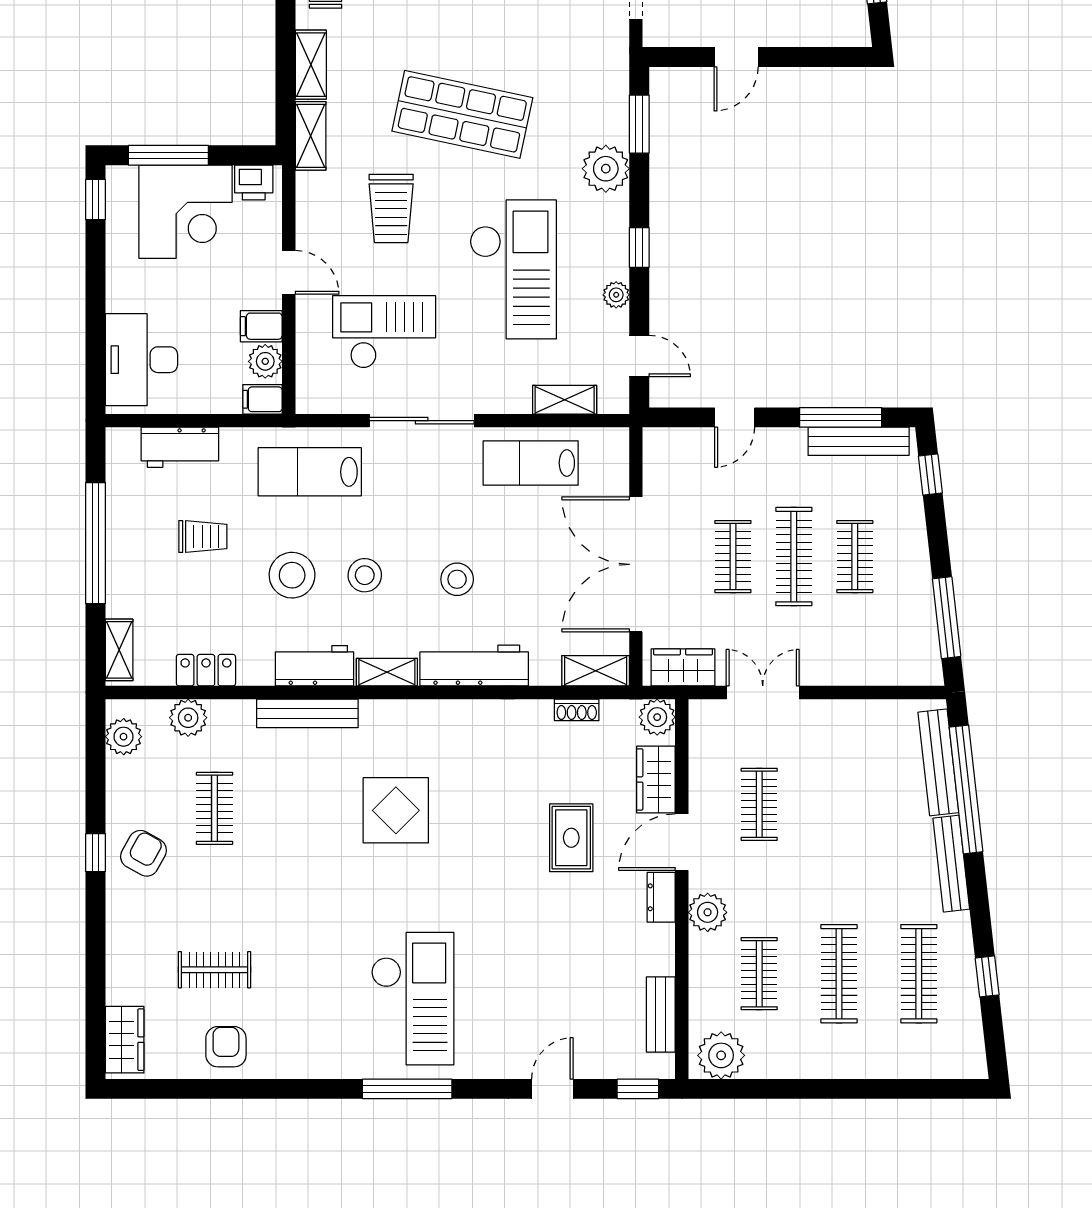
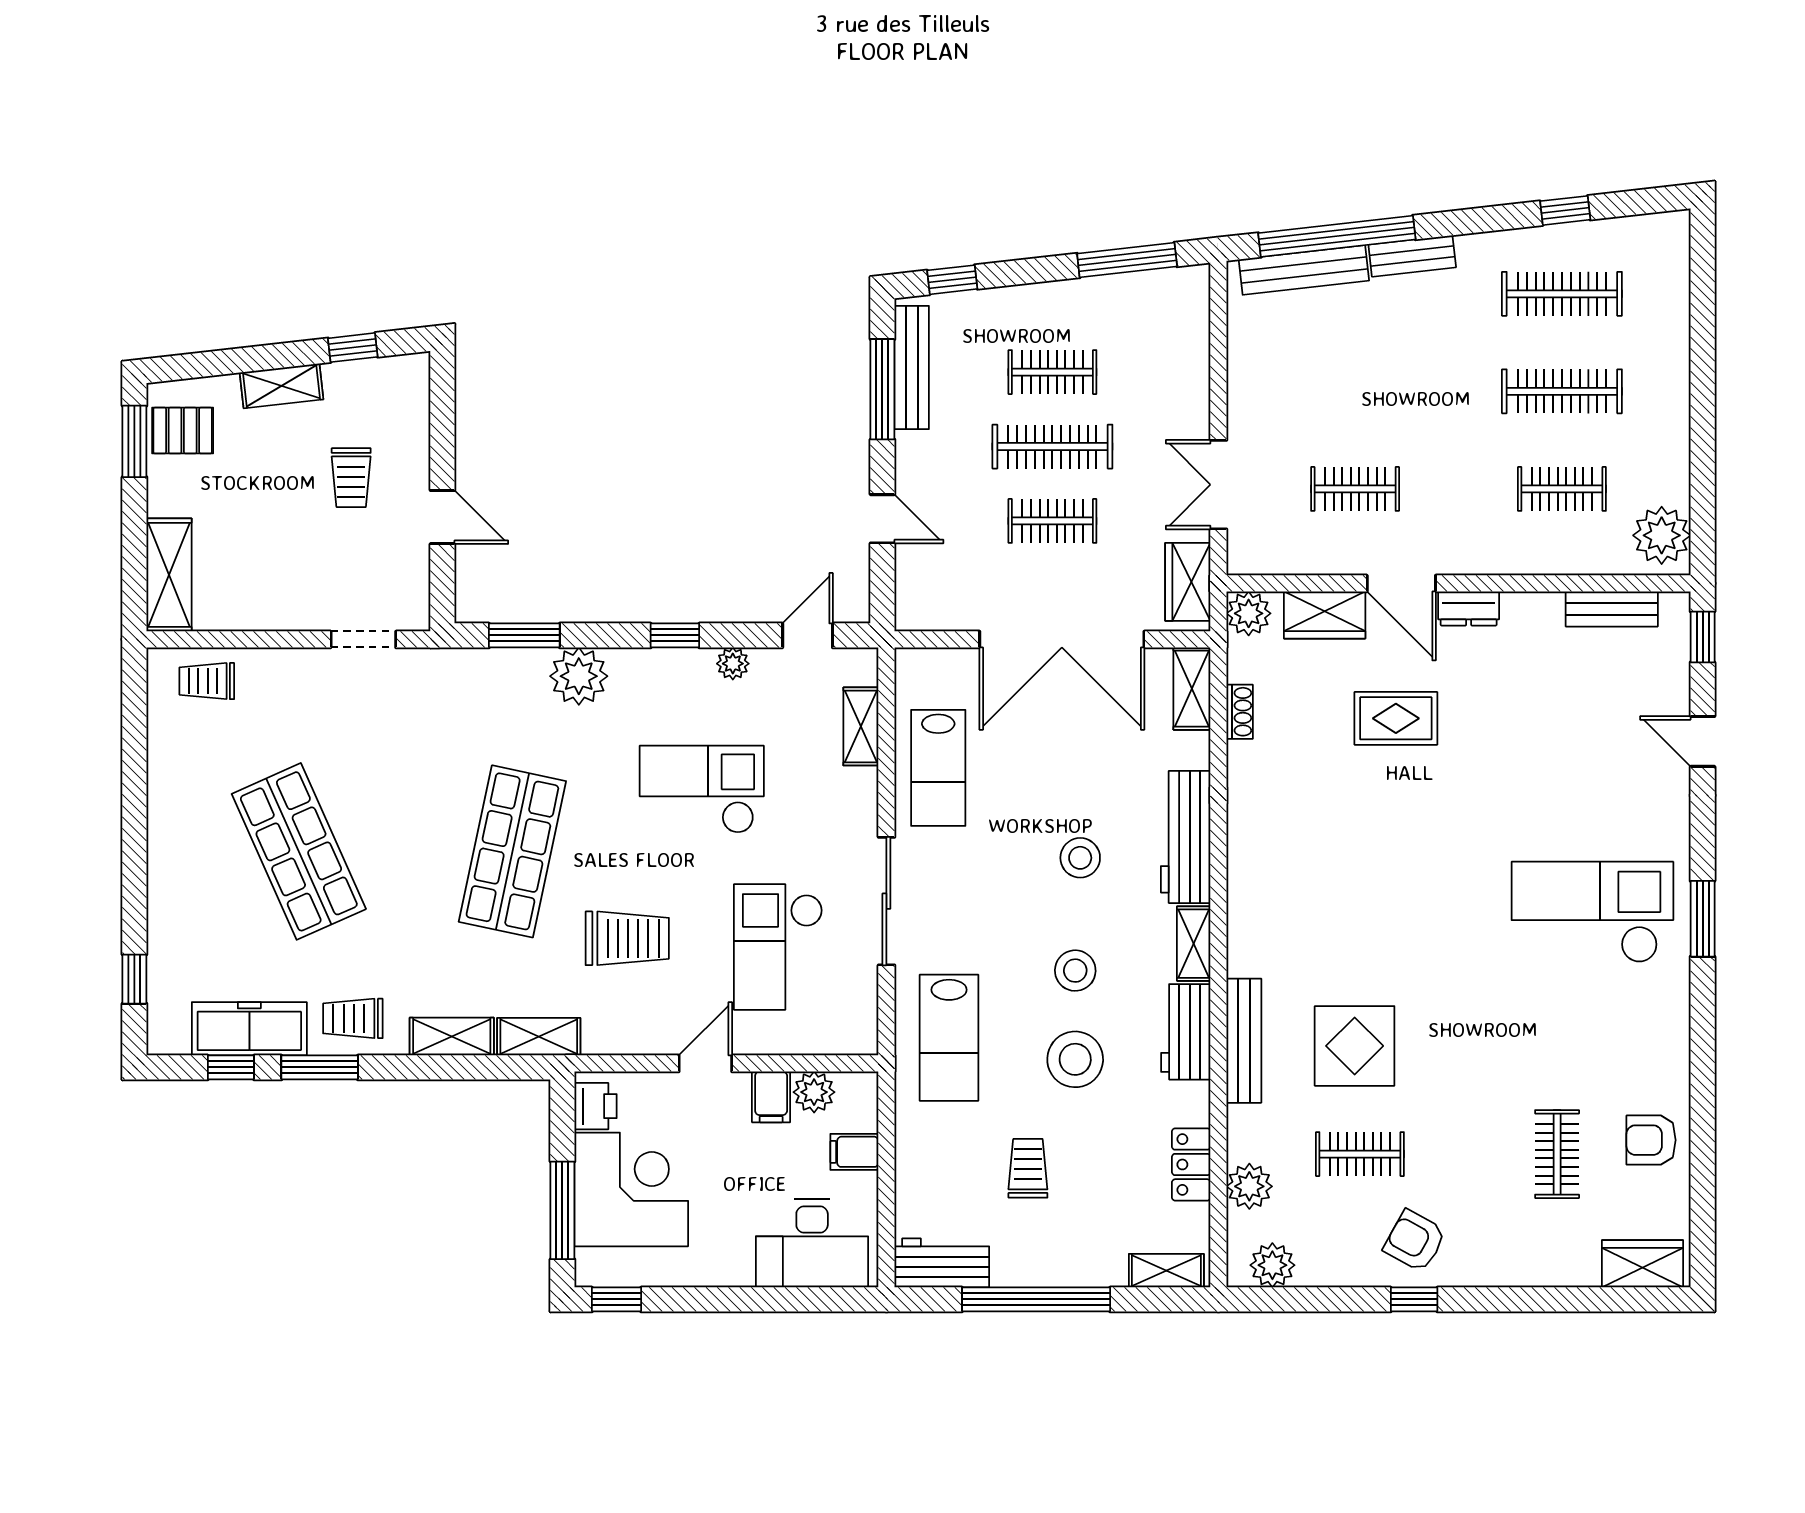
checkout: (513, 269) -> (702, 789), width x0.73, depth x0.83
filing cabinet: (262, 399) -> (854, 1152), moved, turned 90
workbench: (180, 447) -> (942, 1263), moved, turned -90
display table: (396, 810) -> (1355, 1046), moved
bench: (951, 864) -> (1412, 256), width x0.73
plant: (708, 912) -> (1487, 552), removed
window: (407, 1089) -> (1703, 919), width x0.69

